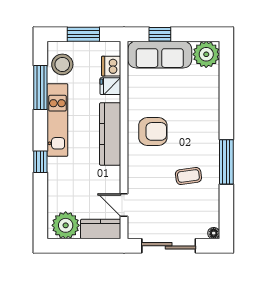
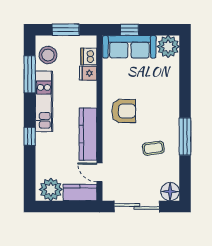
kitchen counter: (110, 134) -> (88, 134), moved
floor lamp: (214, 233) -> (170, 192), width x1.89, depth x1.89

